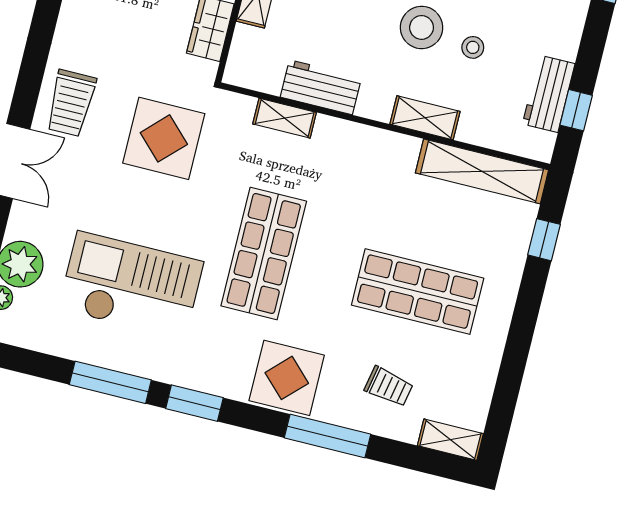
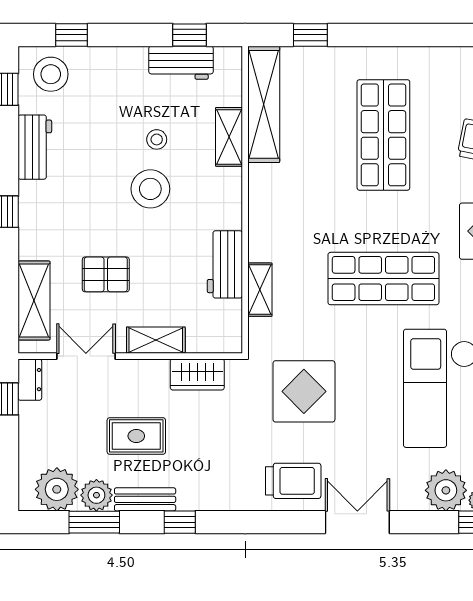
shelving: (425, 118) -> (229, 137), moved

